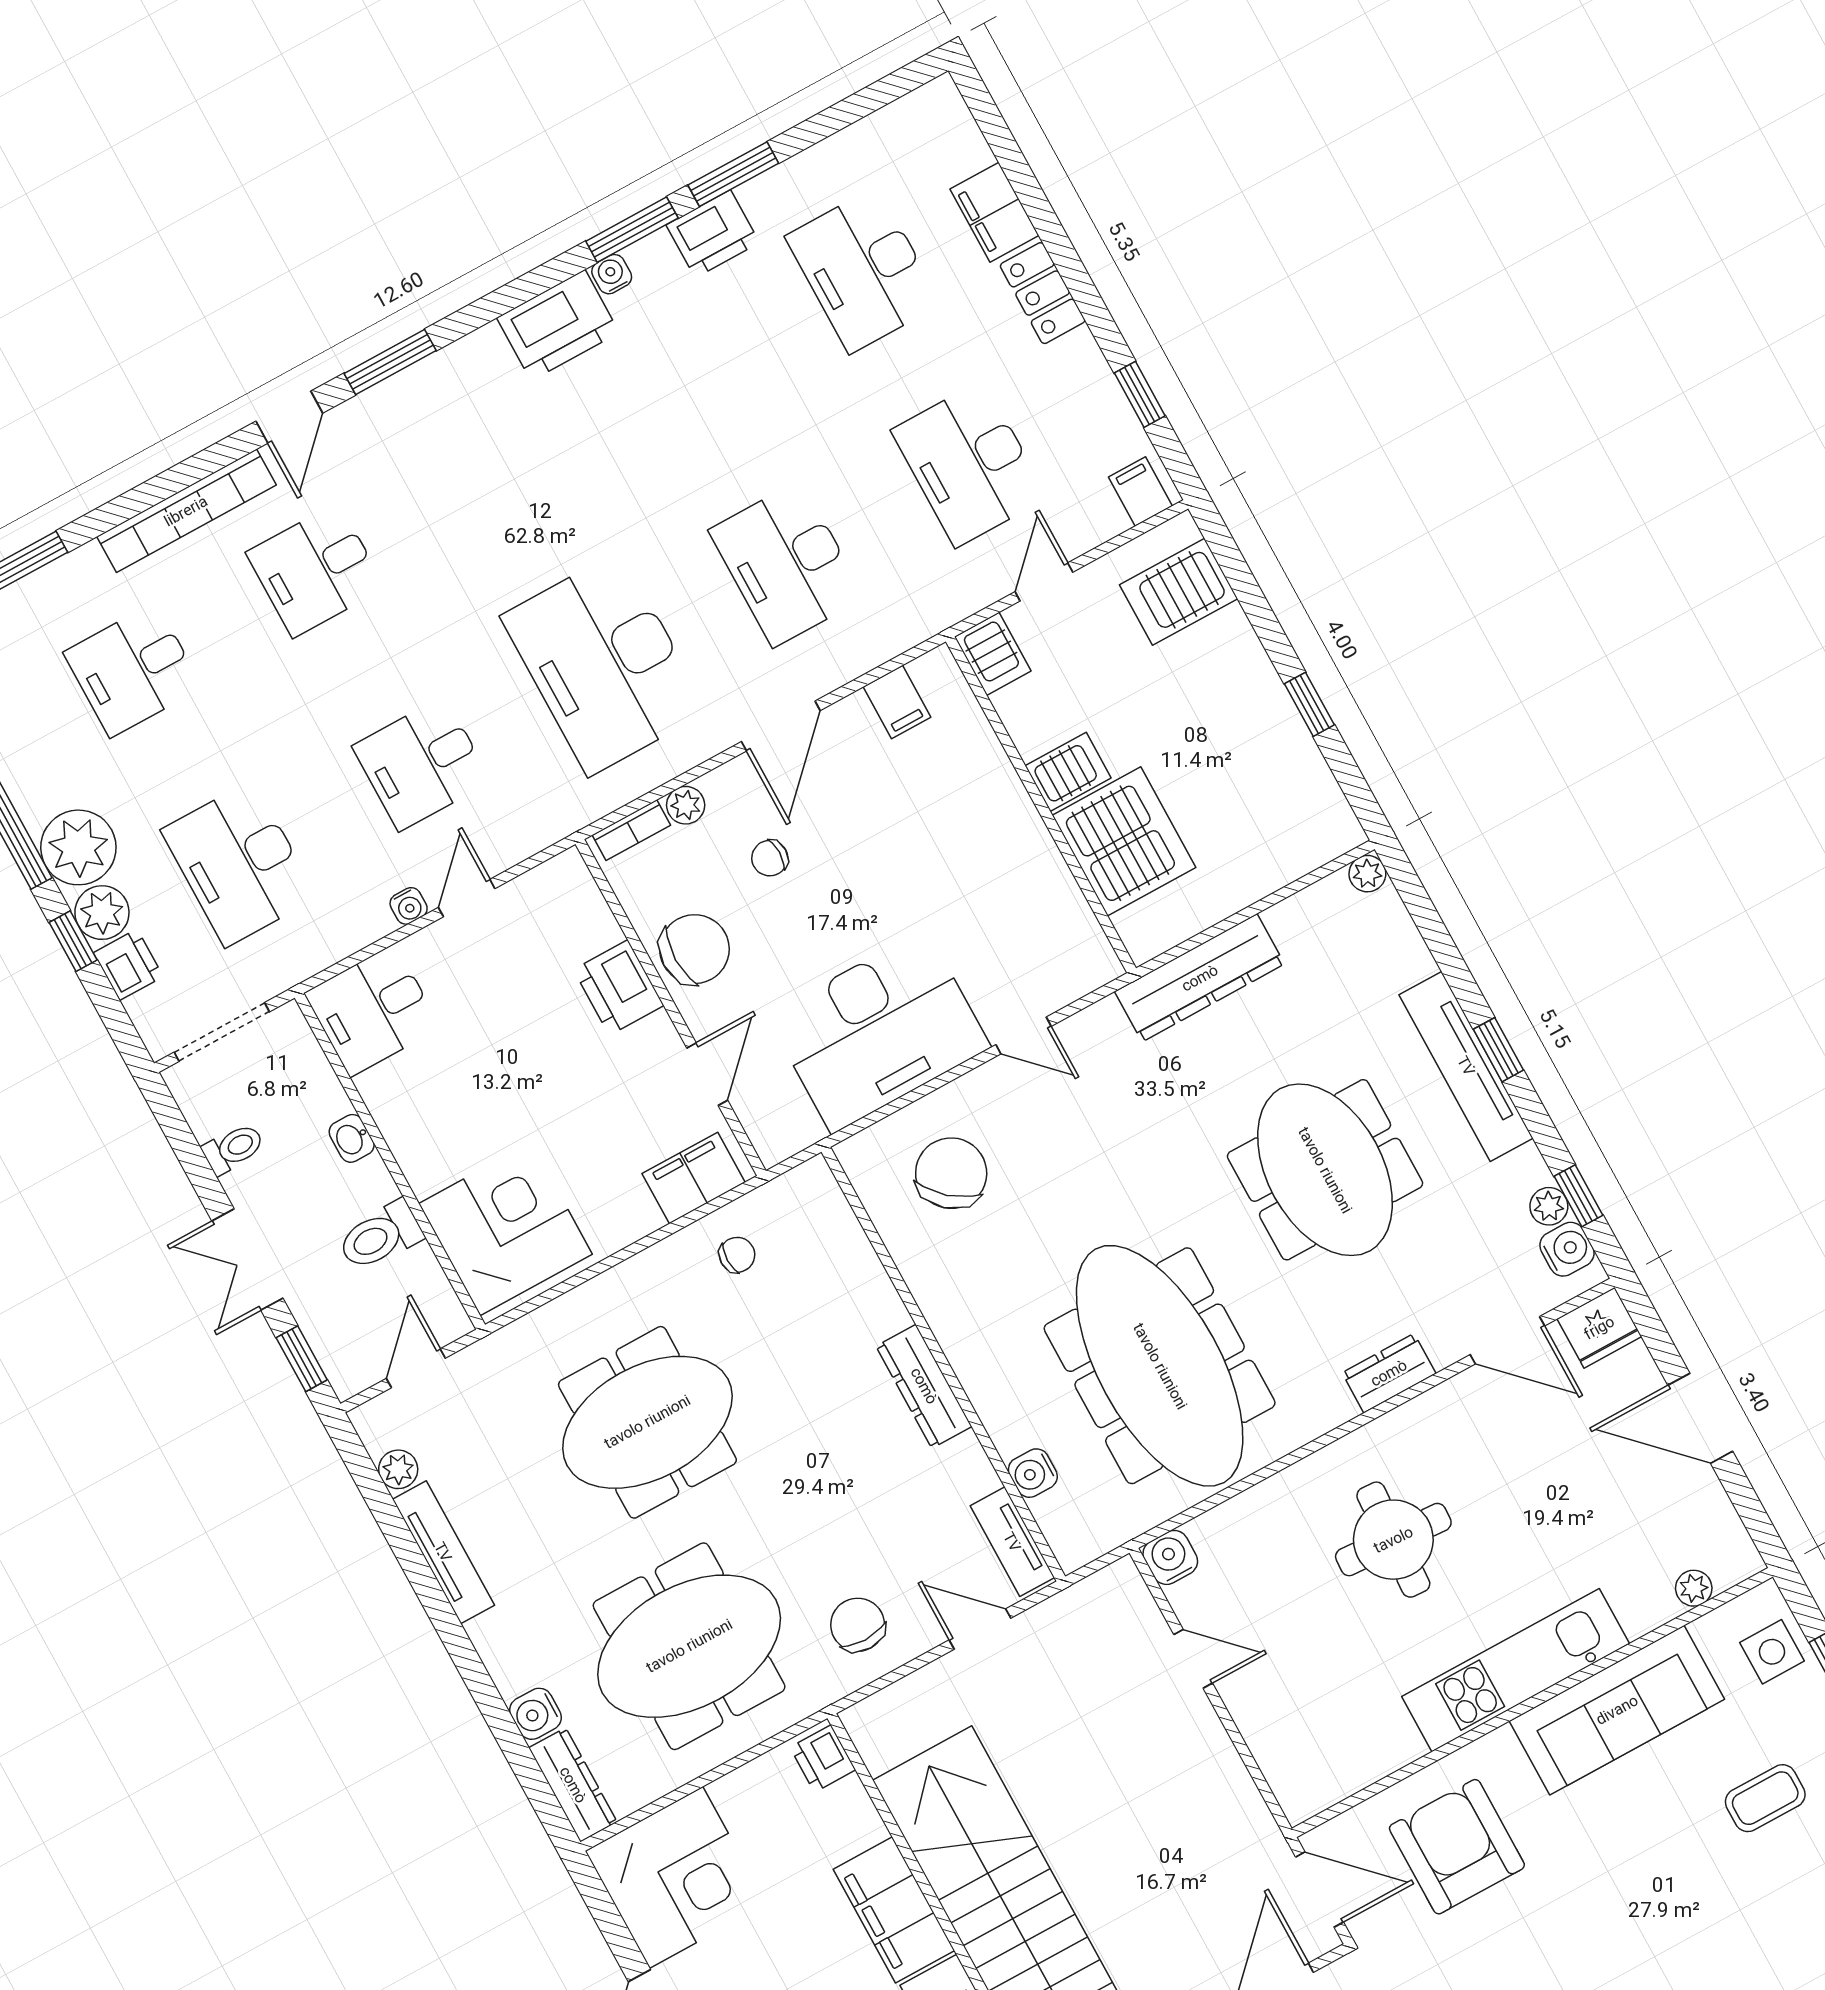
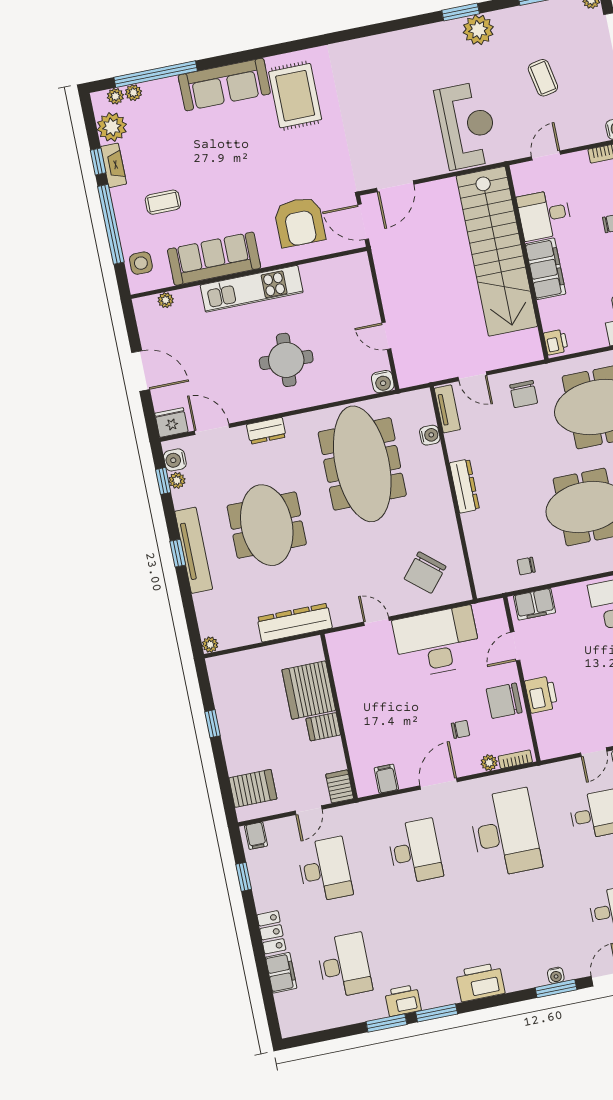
water cooler: (612, 274) -> (556, 975), moved

